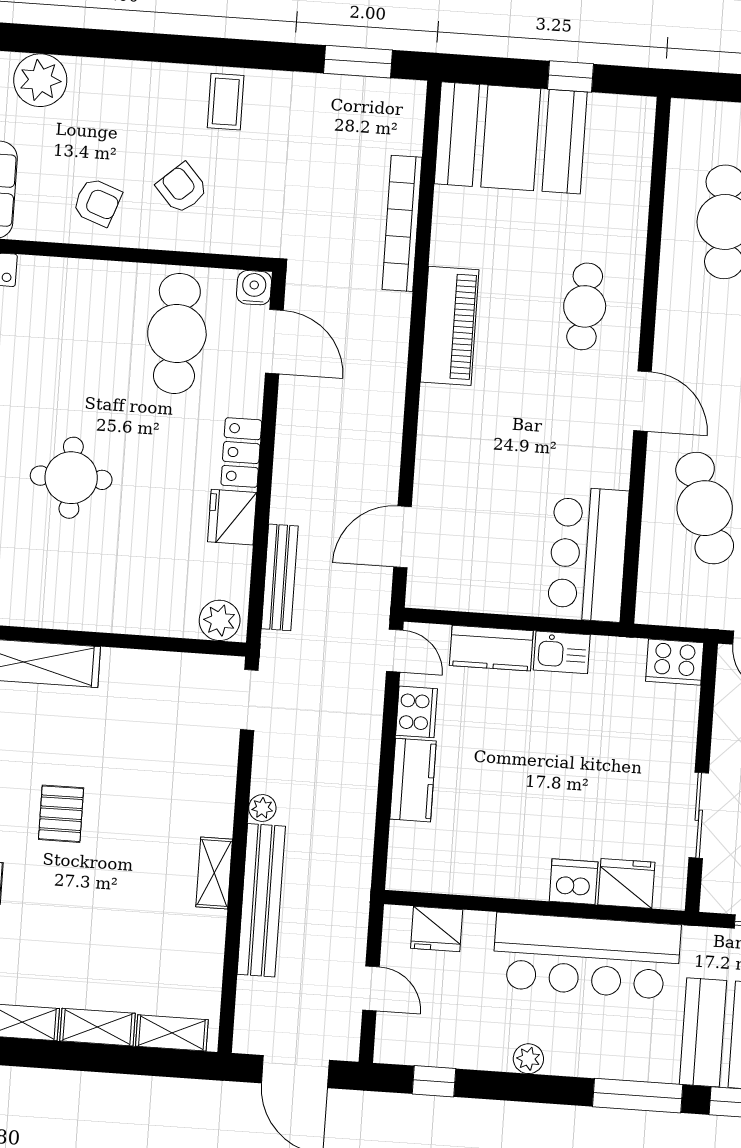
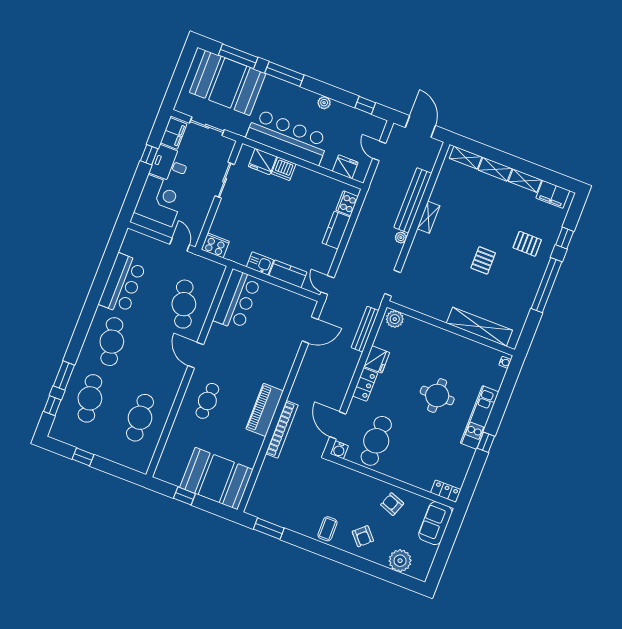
armchair: (182, 188) -> (363, 536), moved
bookcase: (402, 223) -> (282, 429), moved
cooker: (417, 712) -> (347, 203), moved

